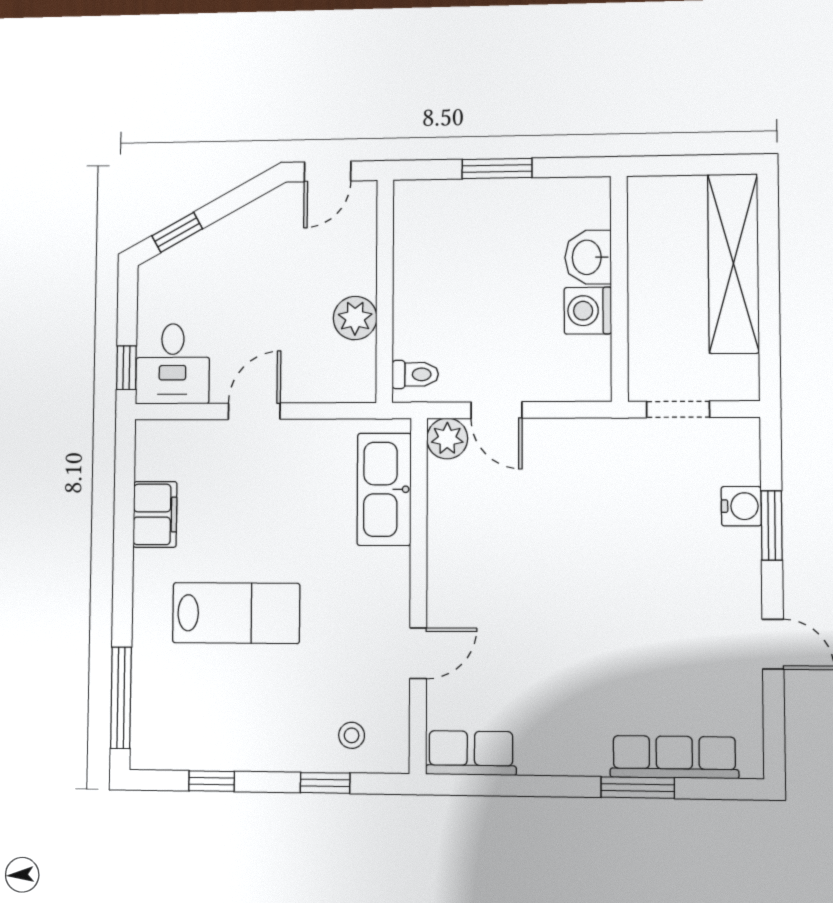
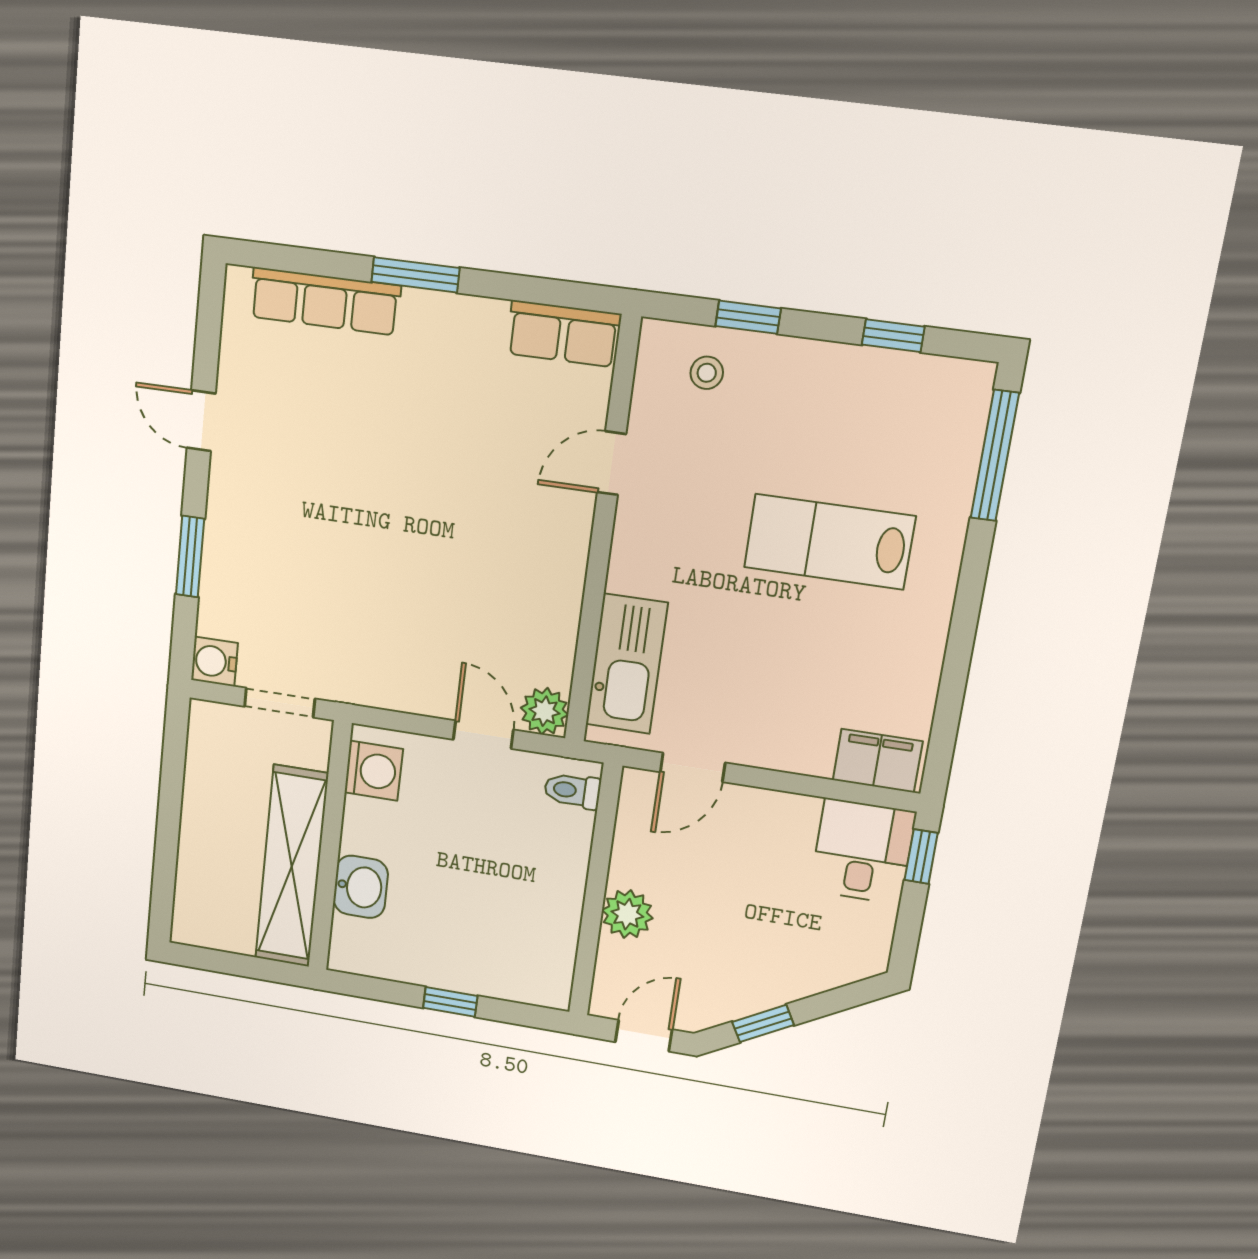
window: (497, 168) -> (450, 1002), width x0.67
window: (177, 232) -> (763, 1023), moved
shelving: (733, 263) -> (292, 867), moved
washing machine: (588, 311) -> (374, 771), moved
plant: (355, 318) -> (627, 914), moved
door: (254, 411) -> (693, 767), moved
water cooler: (741, 506) -> (214, 661), moved
filing cabinet: (155, 514) -> (878, 761), moved, turned 90
window: (638, 788) -> (415, 275), moved

